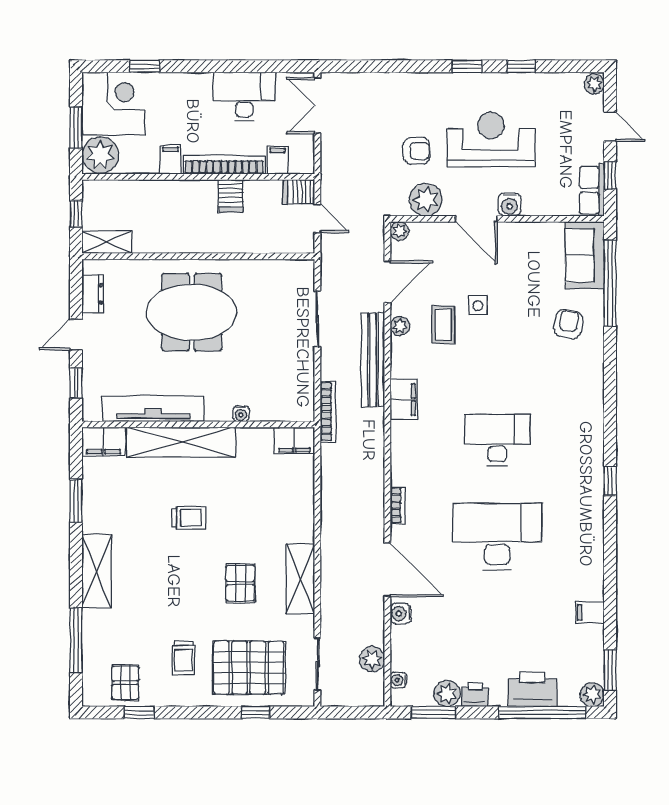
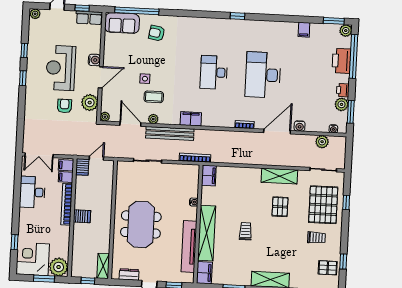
filing cabinet: (170, 159) -> (66, 165), moved
server rack: (231, 196) -> (82, 216), moved
pallet: (240, 583) -> (280, 207), turned 90

